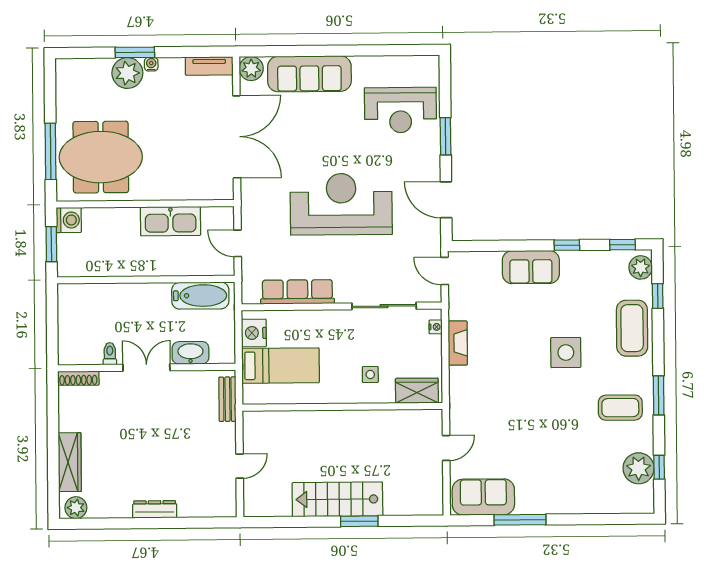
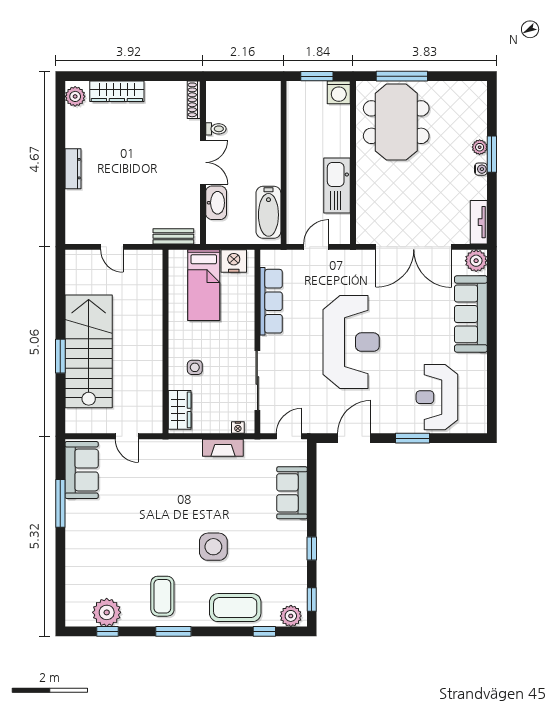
plant: (127, 73) -> (480, 147), width x0.53, depth x0.53
sofa: (531, 267) -> (292, 493), moved
stairs: (337, 499) -> (89, 351), width x1.36, depth x1.51

